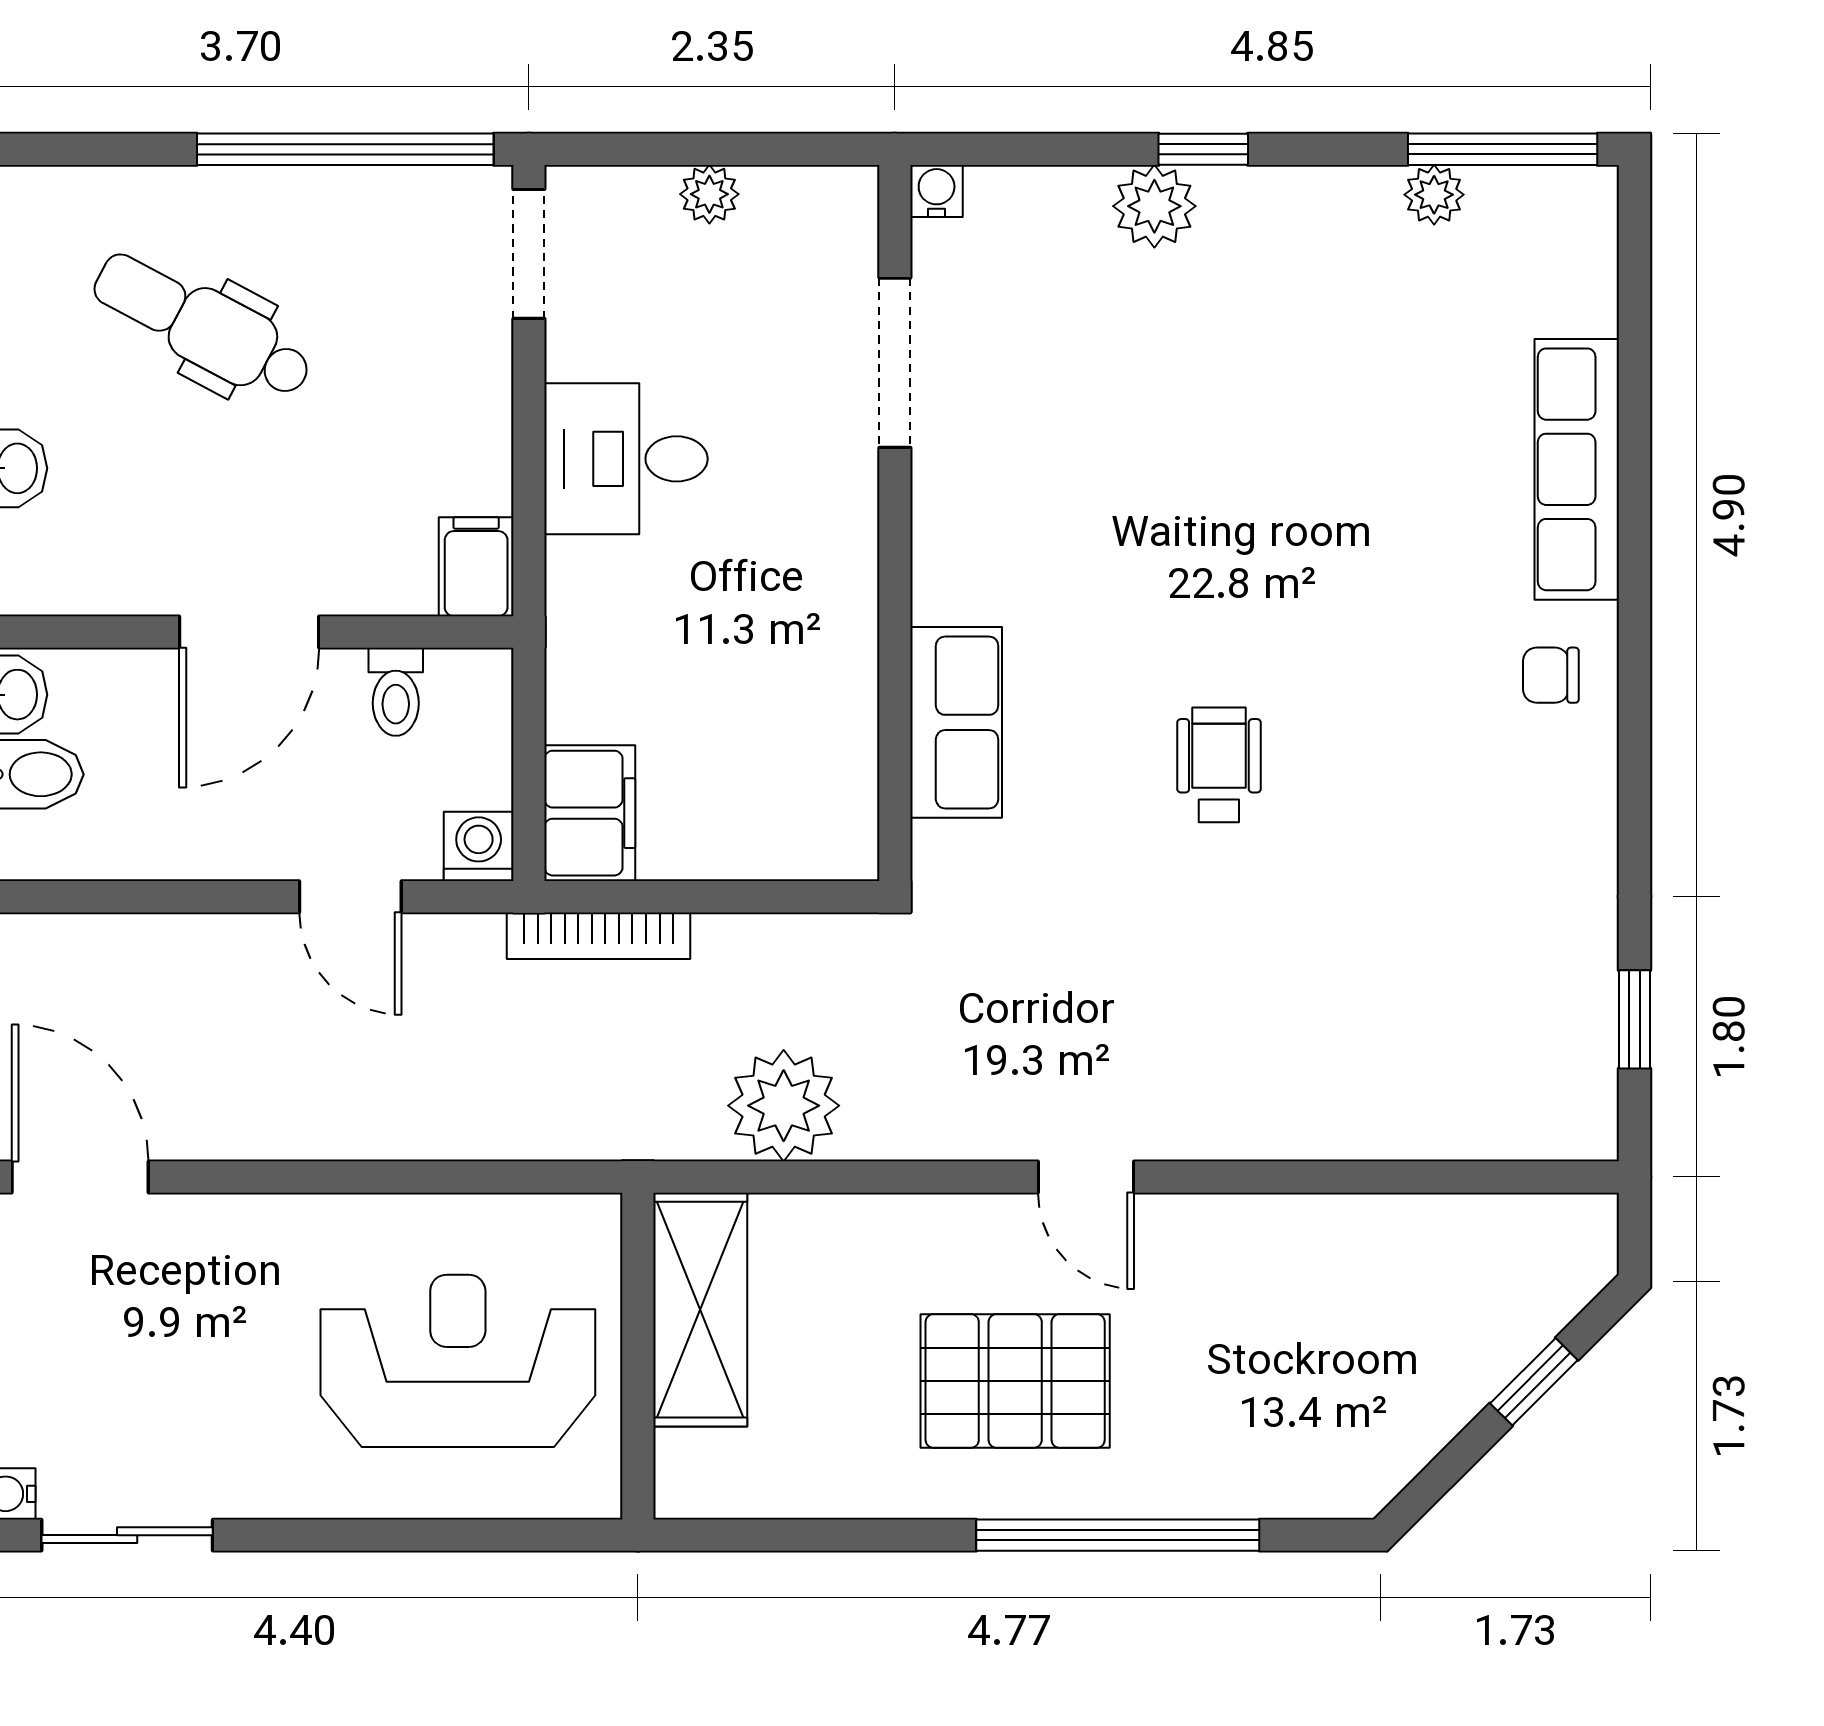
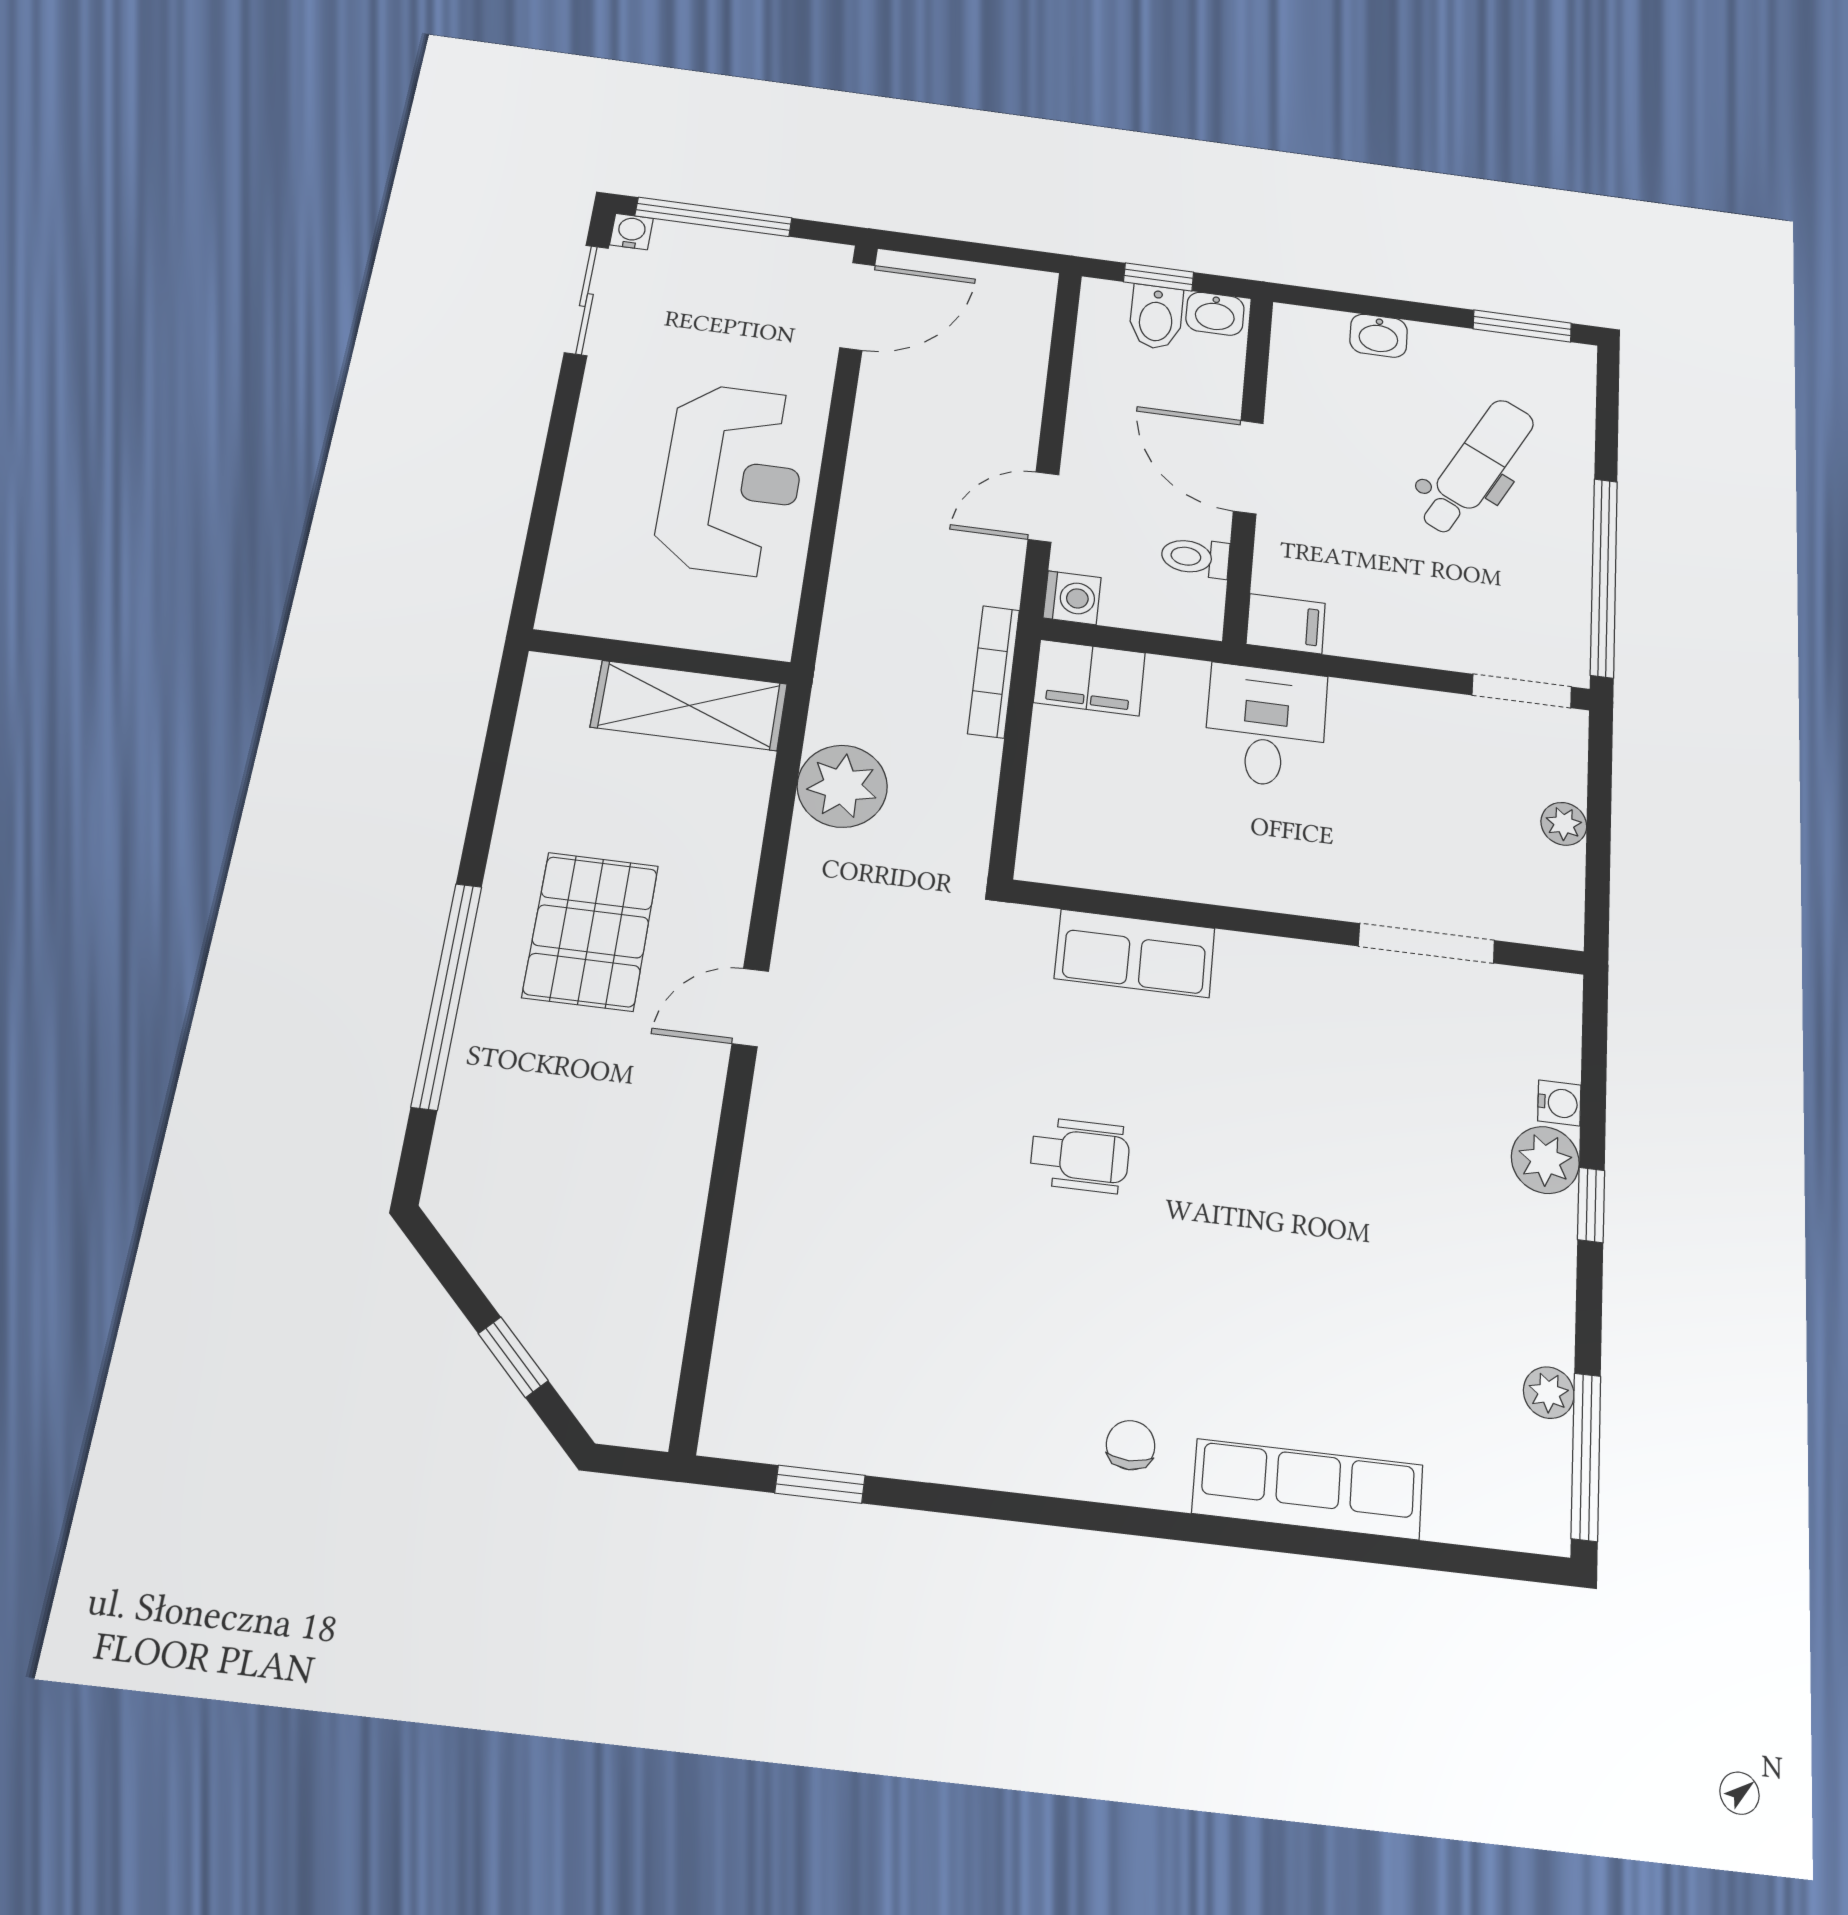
water cooler: (937, 191) -> (1559, 1103), moved
desk: (626, 459) -> (1266, 726), moved
reception desk: (458, 1361) -> (732, 480), moved

